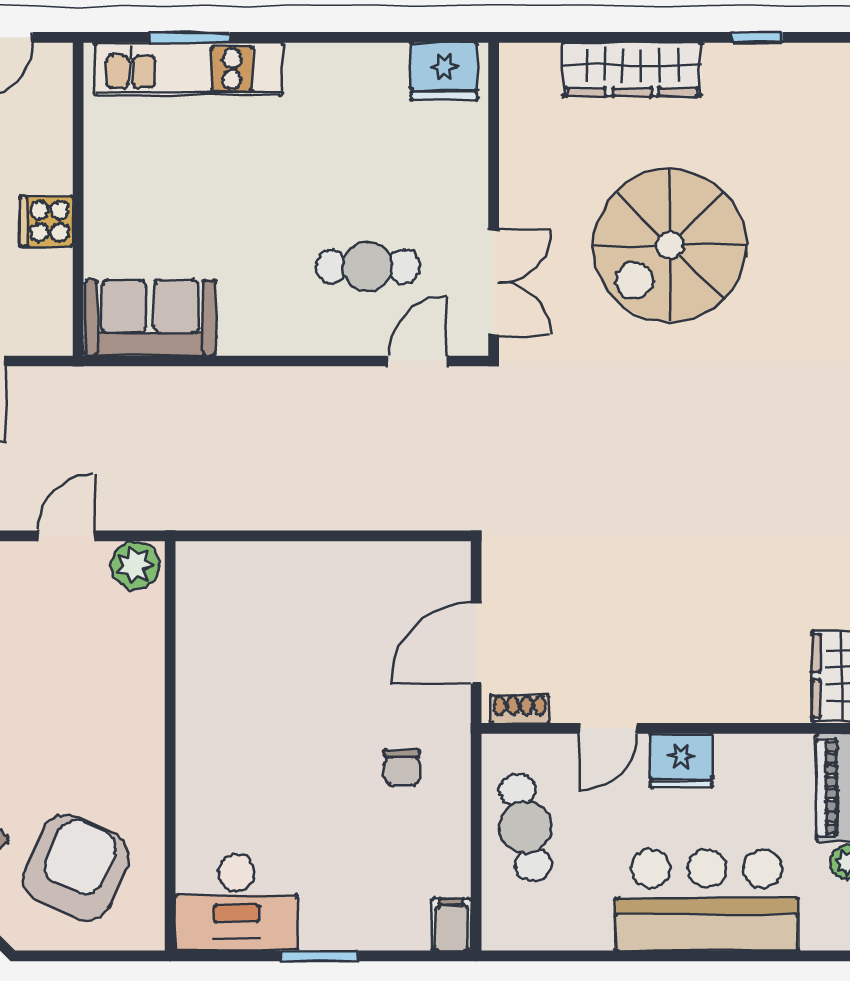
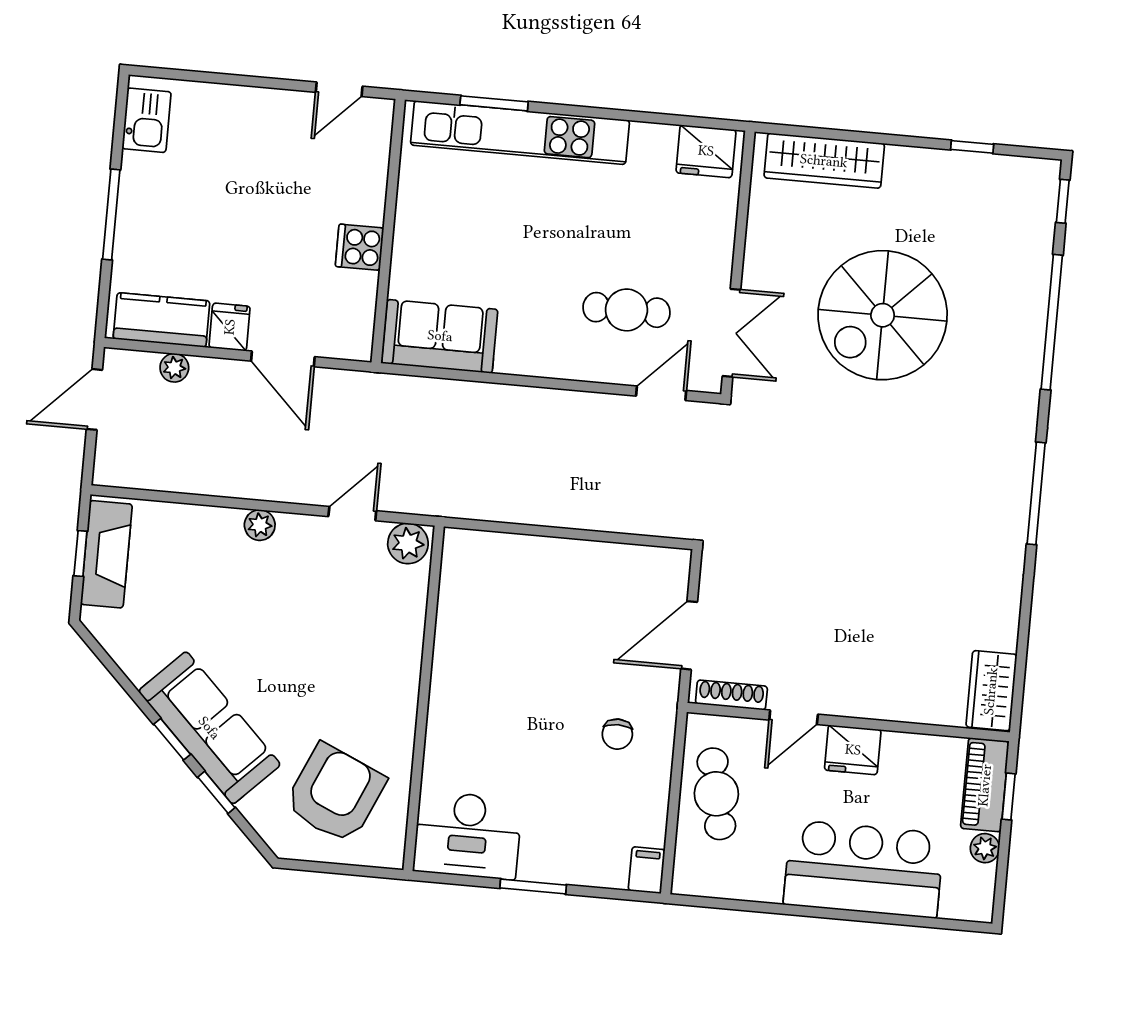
kitchen unit: (189, 69) -> (520, 133), width x1.36
wardrobe: (632, 69) -> (824, 161), moved
shoe rack: (520, 709) -> (731, 695), width x1.43

